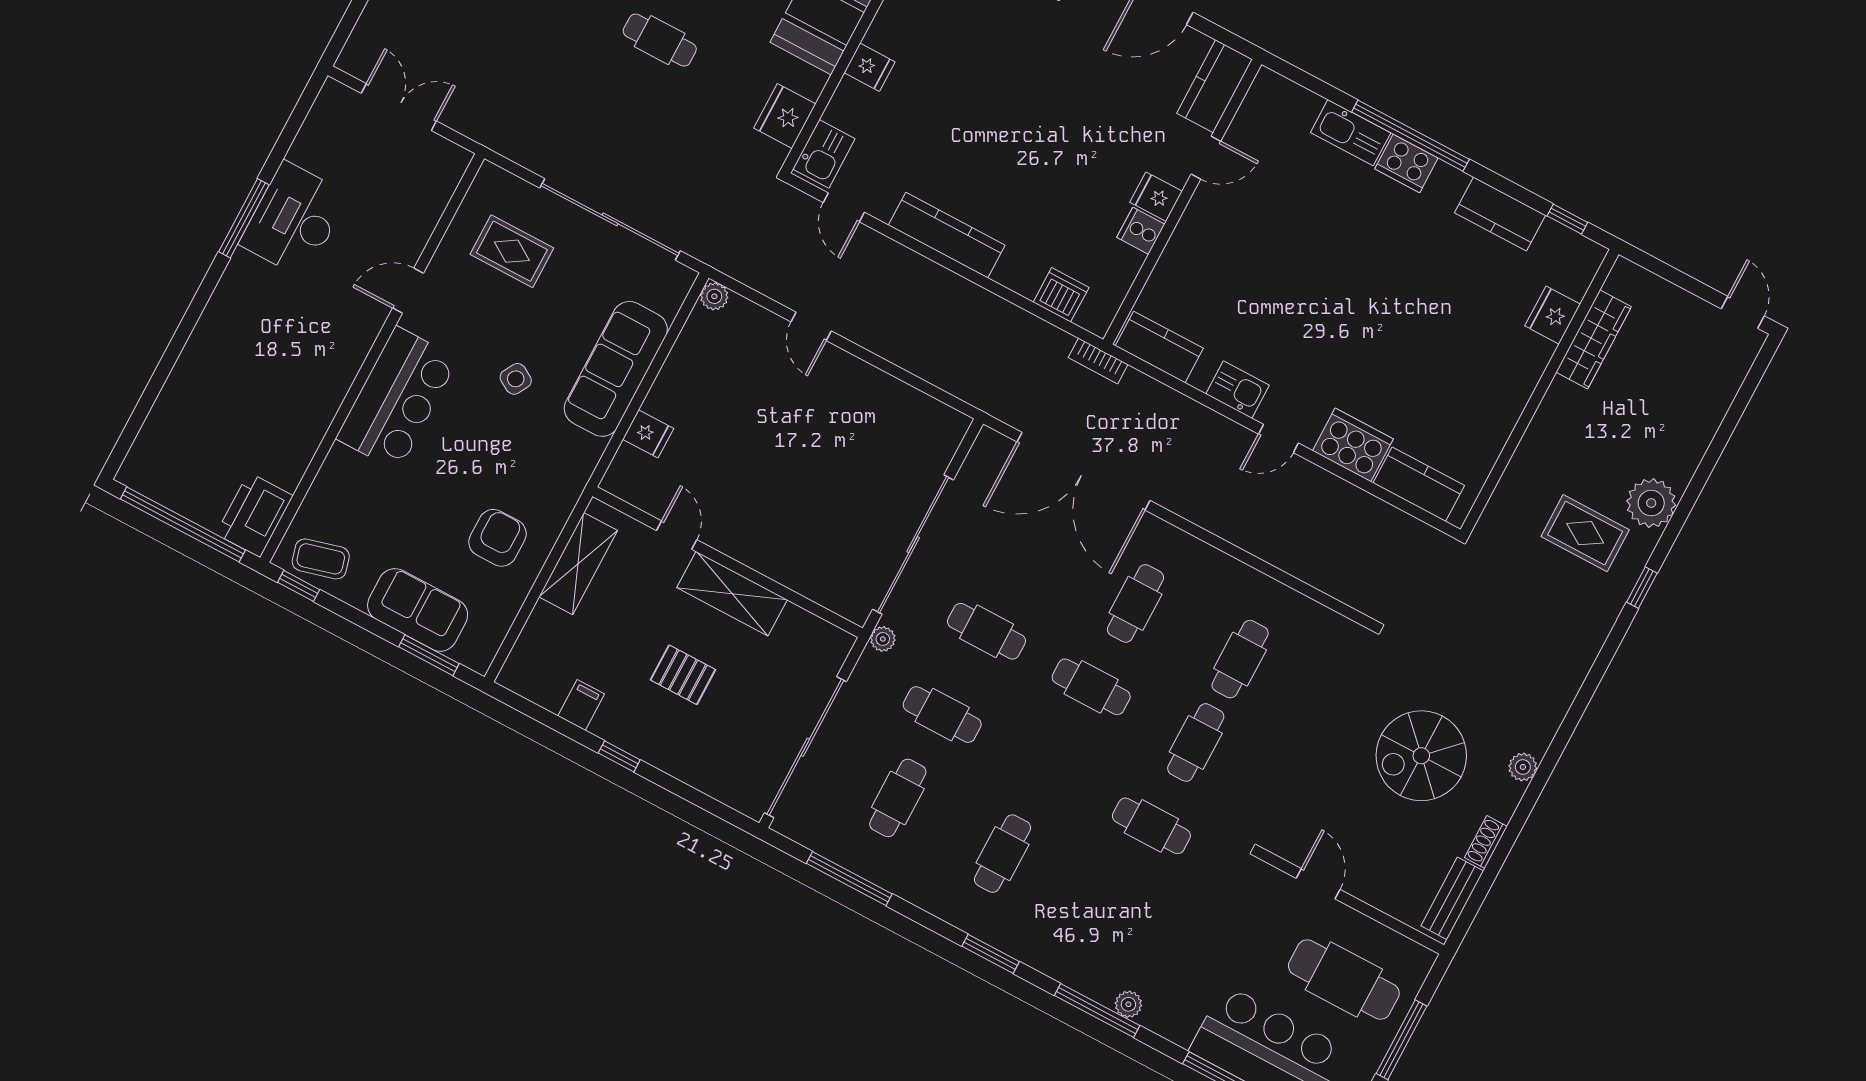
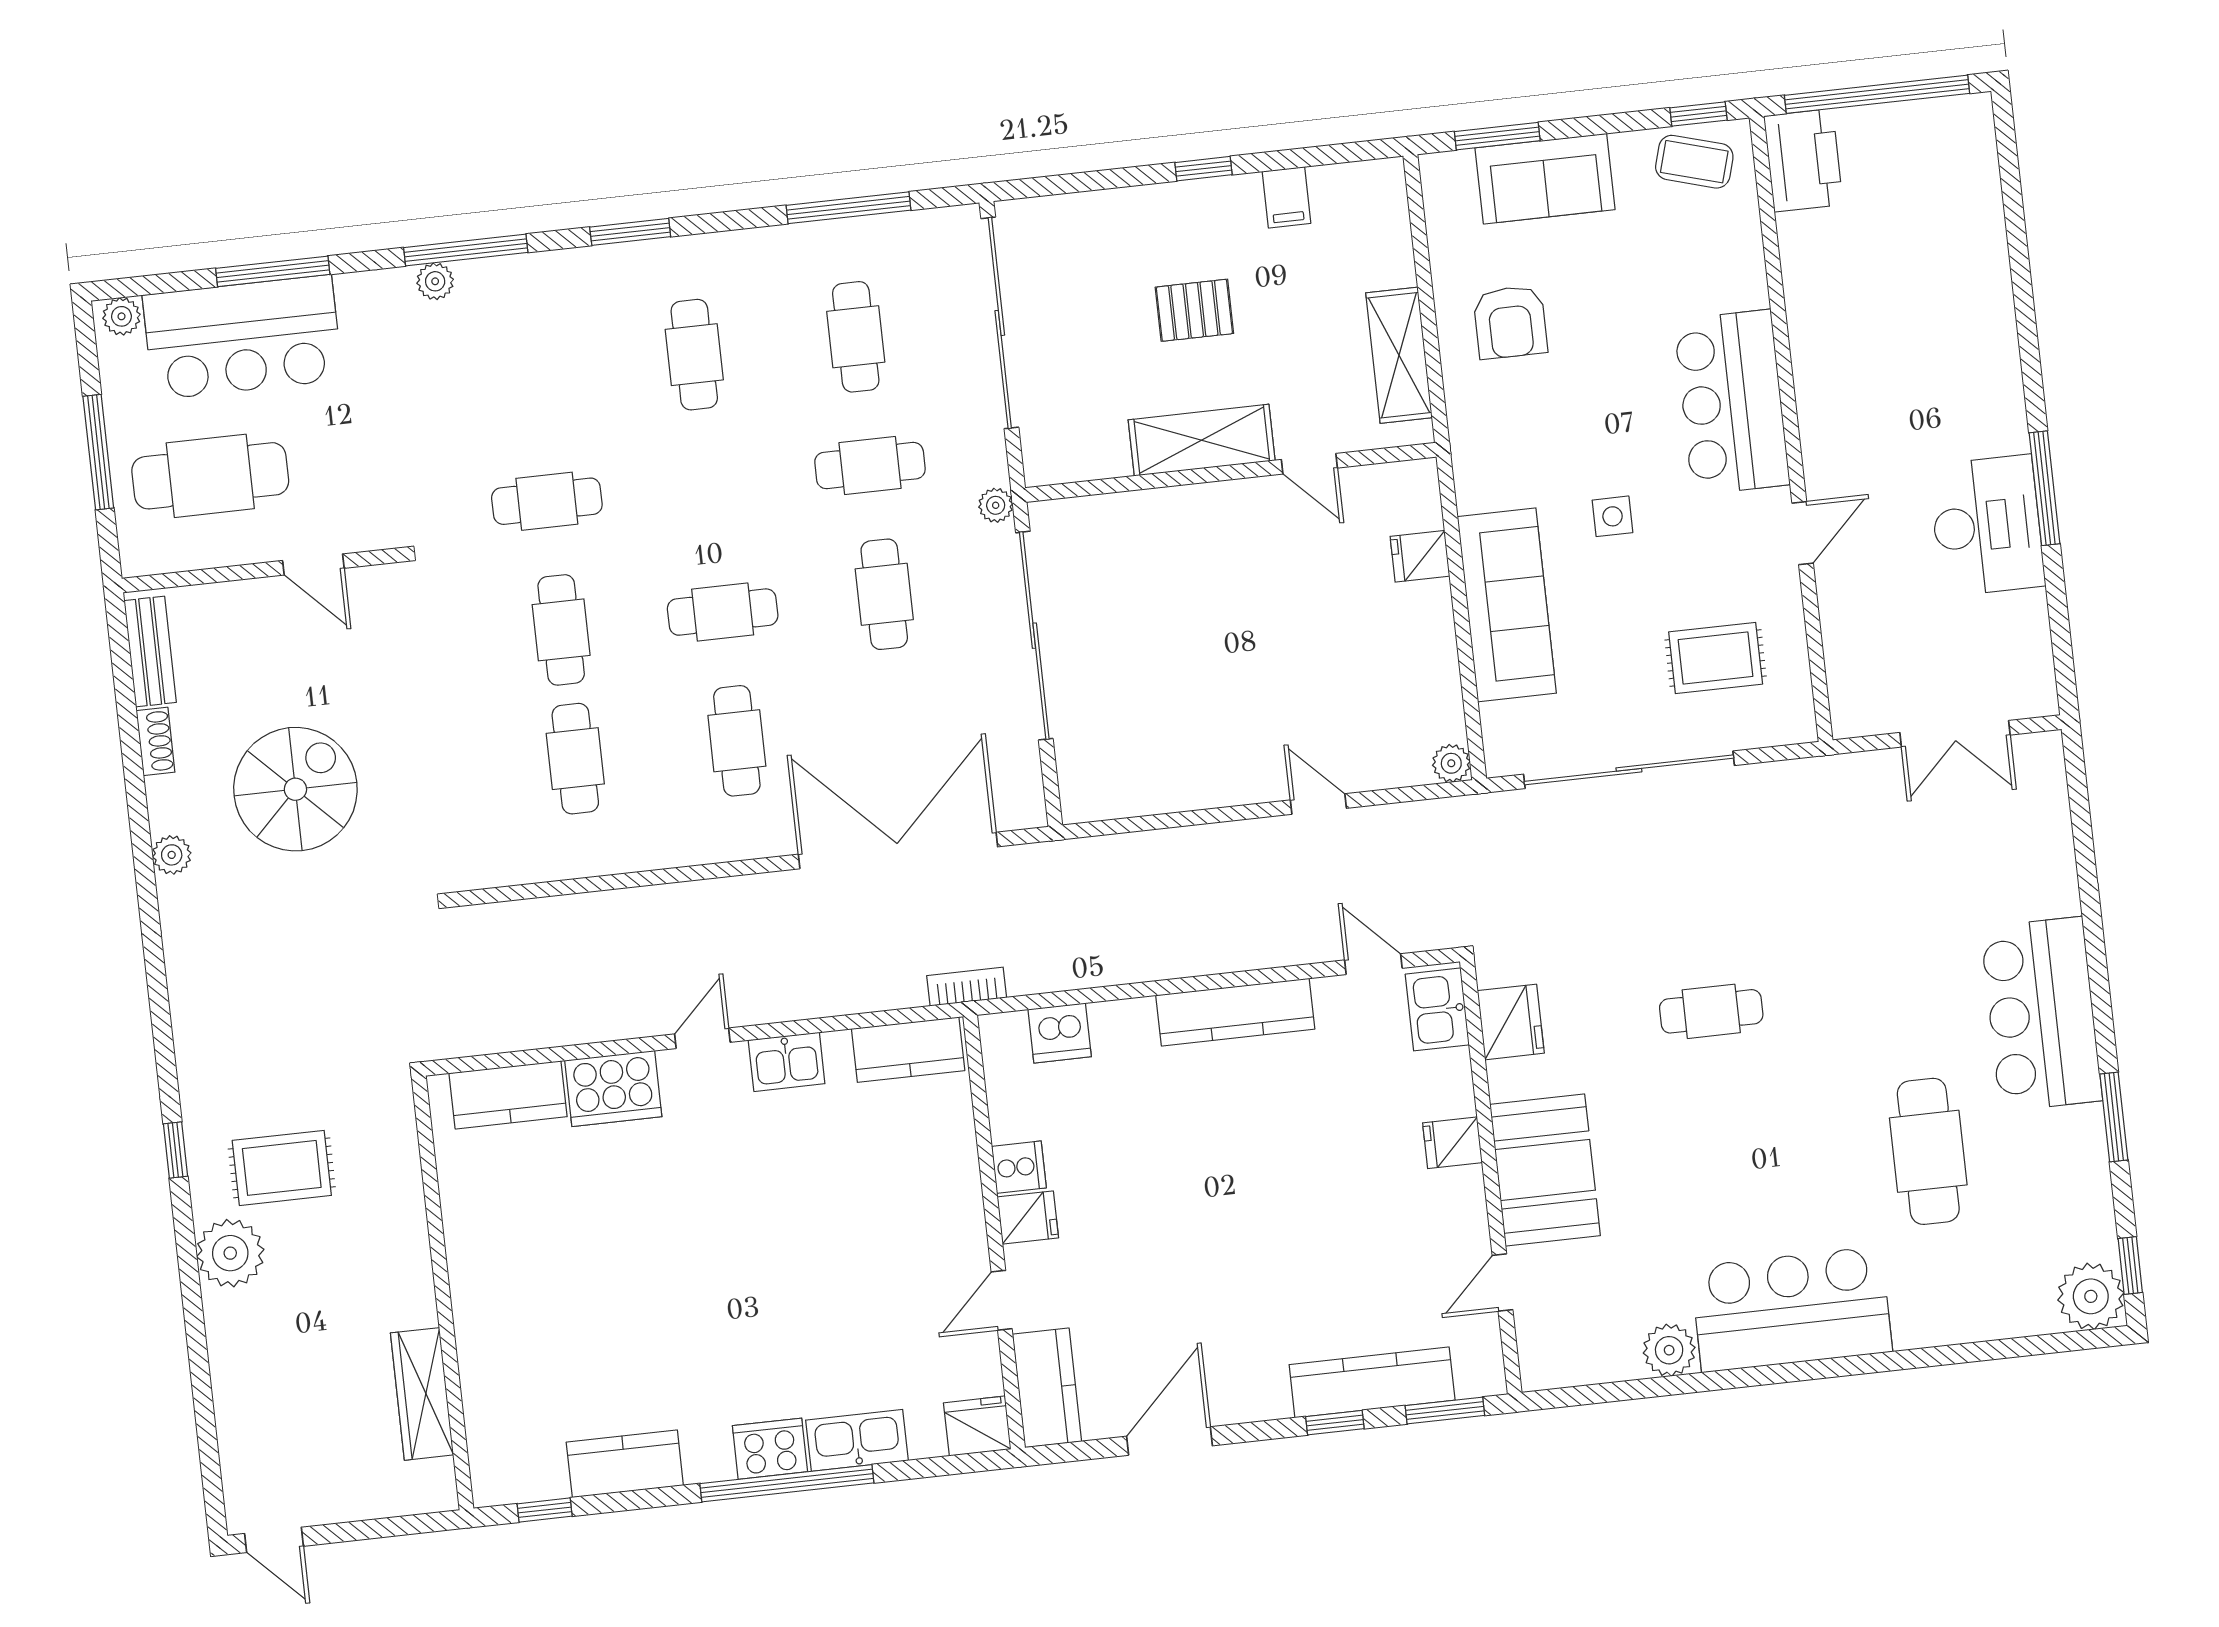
fridge: (1553, 315) -> (977, 1426), moved, turned -90
side table: (516, 379) -> (1613, 516), turned -30
coffee table: (321, 559) -> (1694, 162), turned 31
cafe table: (987, 631) -> (884, 594), turned 90

